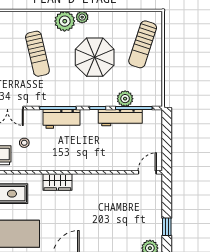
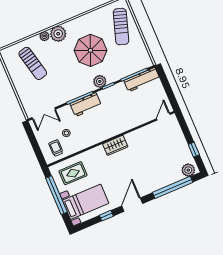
plant: (82, 17) -> (44, 36), moved
sun lounger: (37, 54) -> (33, 63), moved
plant: (125, 99) -> (100, 81), moved
workbench: (120, 118) -> (142, 80), moved
wardrobe: (57, 182) -> (115, 145), moved

